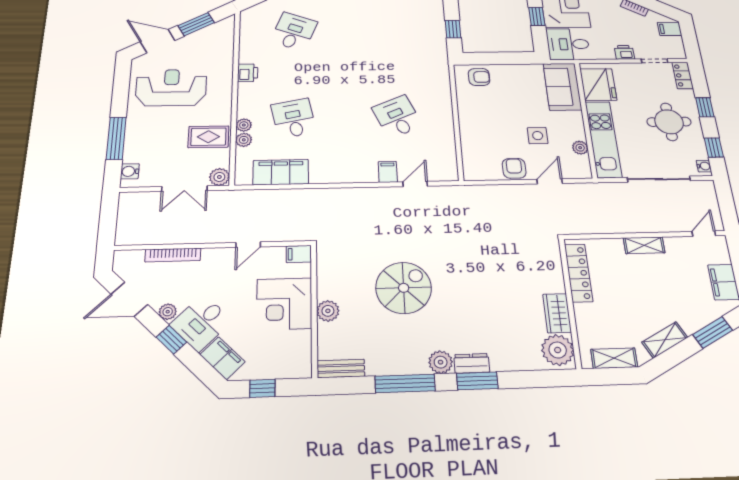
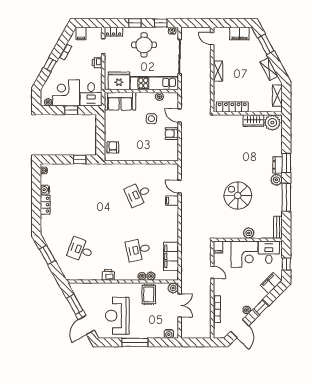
window: (116, 138) -> (135, 342), moved
desk: (201, 323) -> (269, 252), moved, turned -135

